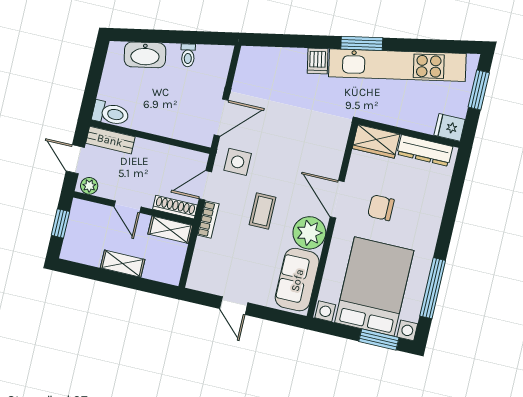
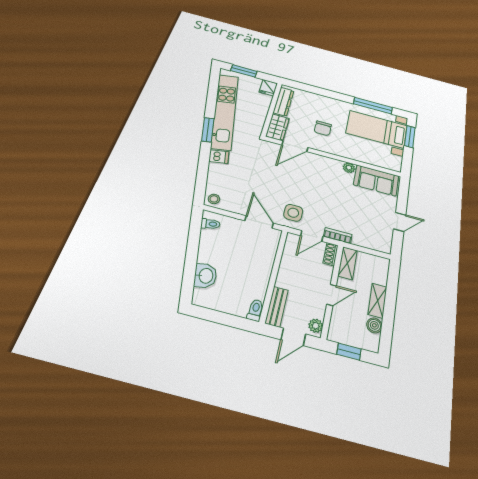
washbasin: (145, 55) -> (205, 276), width x0.72
toilet: (188, 55) -> (210, 224), moved
stool: (251, 59) -> (214, 199), added
toilet: (111, 113) -> (255, 310), width x0.73, depth x0.72
door: (205, 185) -> (312, 236), hinge flipped
door: (337, 199) -> (295, 146), moved
shoe rack: (175, 207) -> (331, 254), width x0.70
coffee table: (263, 211) -> (329, 199), removed
plant: (309, 233) -> (349, 168), width x0.53, depth x0.53
boiler: (92, 257) -> (374, 325), added
bed with nightstands: (374, 286) -> (377, 129), width x0.73

